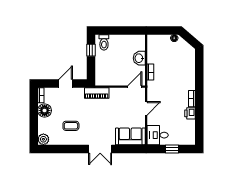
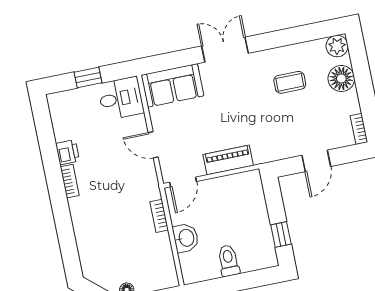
toilet: (104, 42) -> (229, 261), moved
piano: (97, 93) -> (228, 160), moved
door: (146, 108) -> (153, 145), hinge flipped
floor lamp: (45, 110) -> (341, 79), moved

